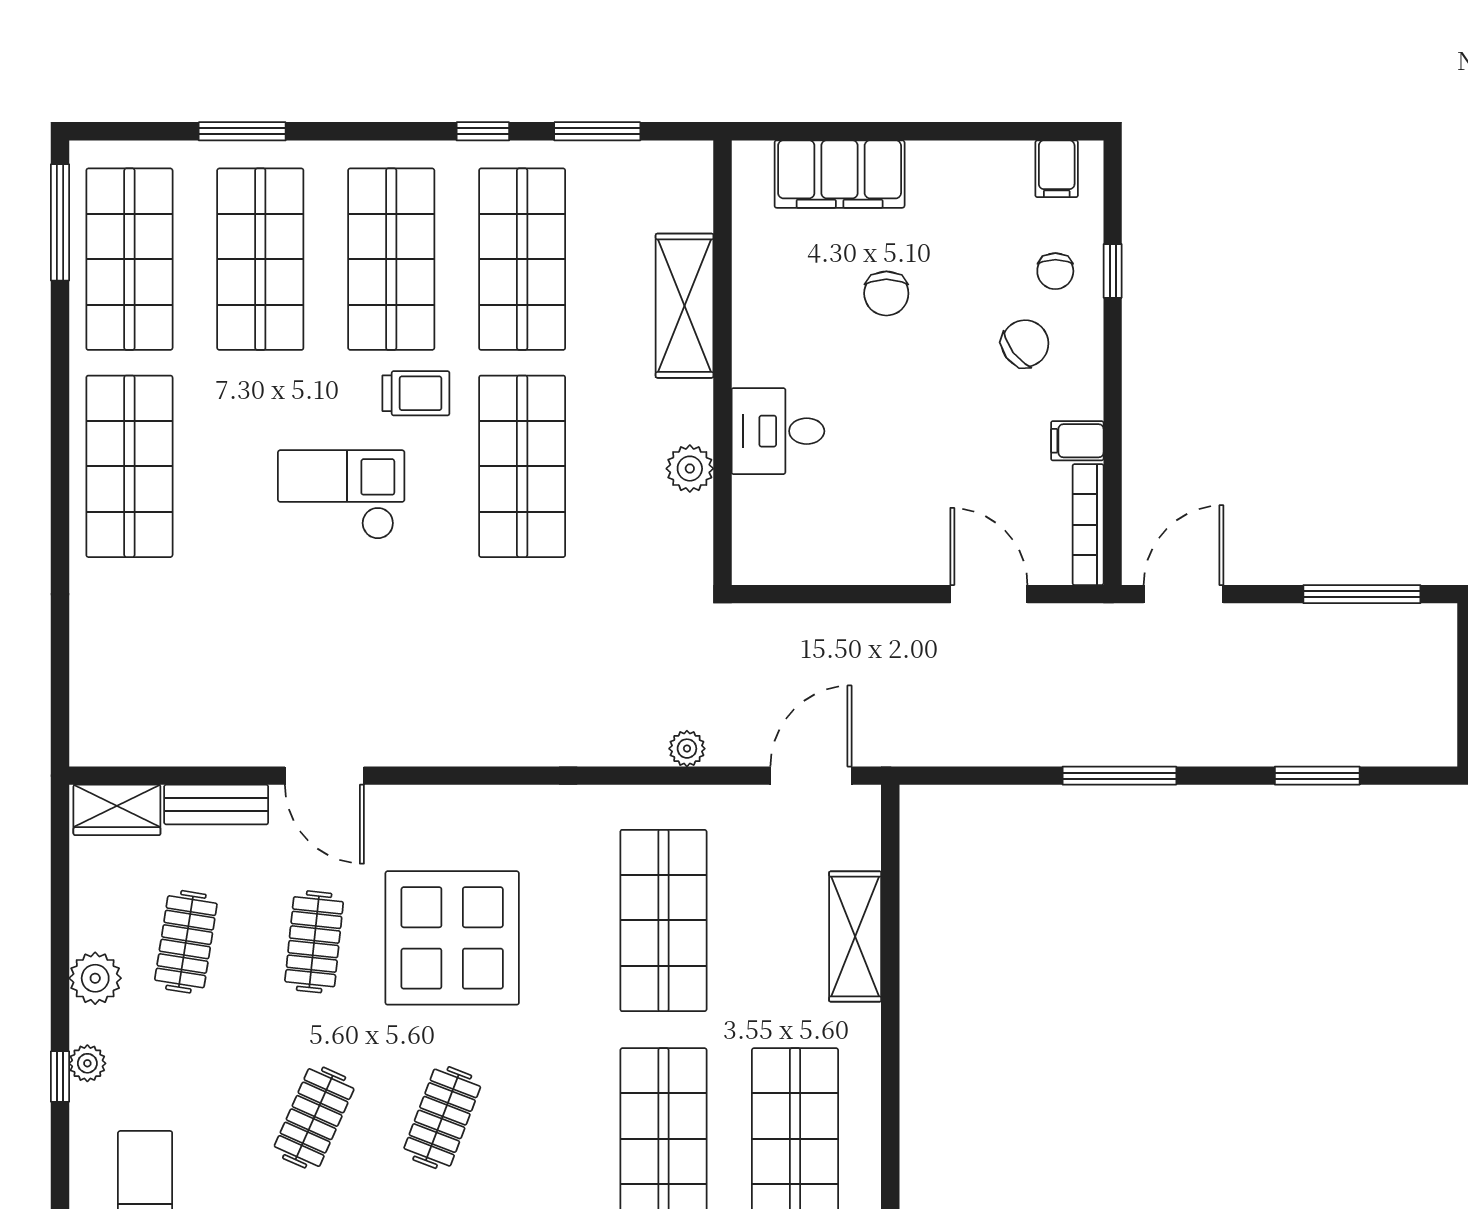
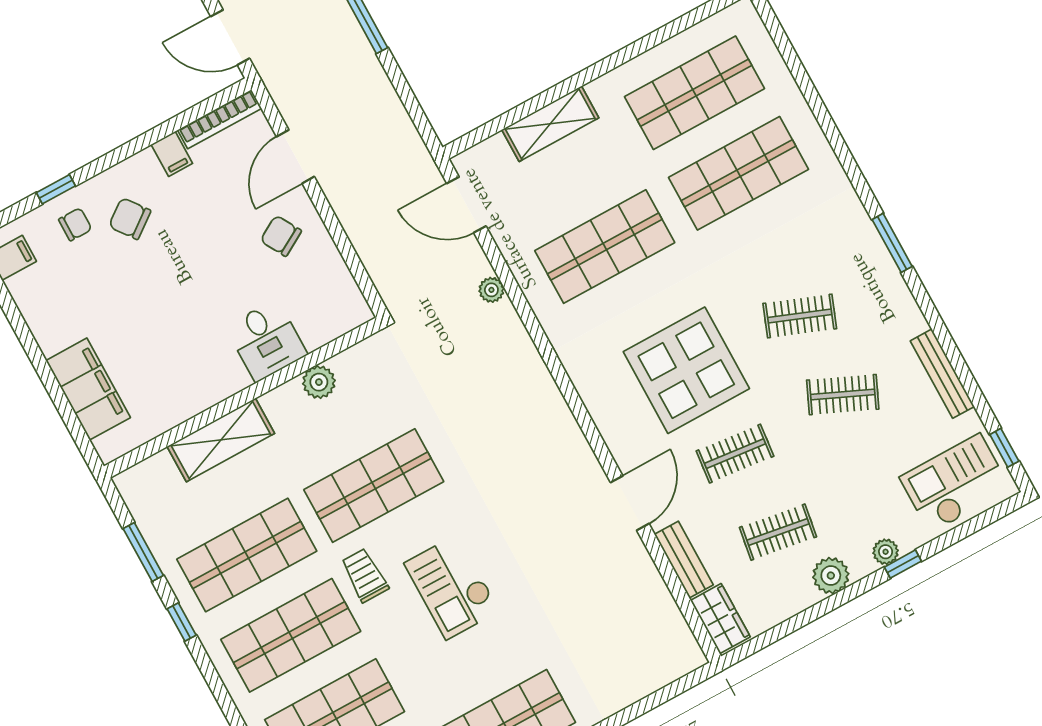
chair: (886, 293) -> (281, 236), moved, turned -120

